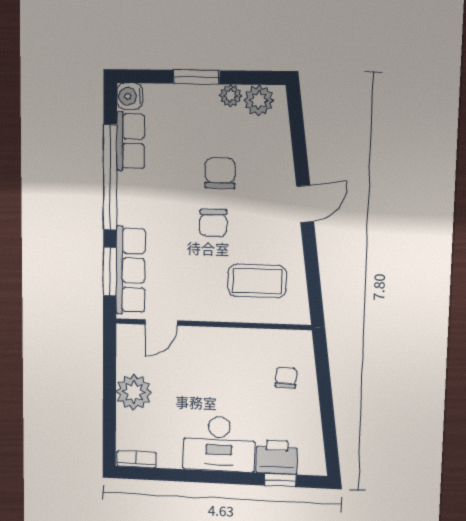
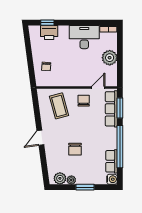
chair: (213, 223) -> (84, 101), moved
coffee table: (257, 281) -> (59, 106), turned 75
desk: (219, 444) -> (84, 37), moved

